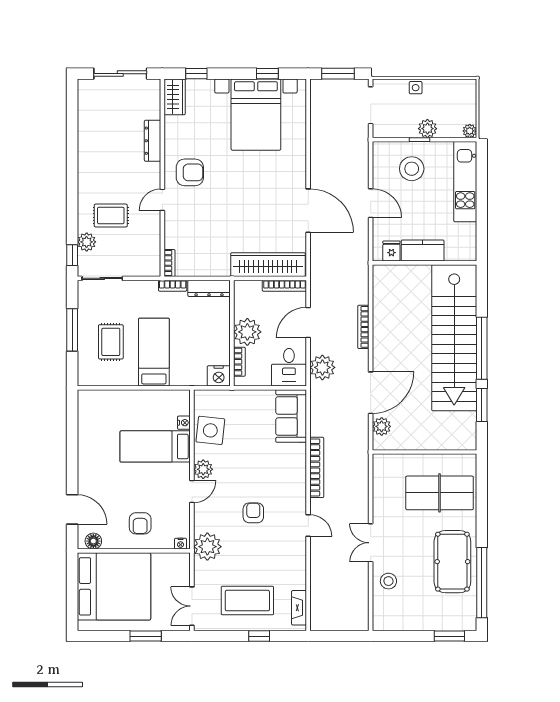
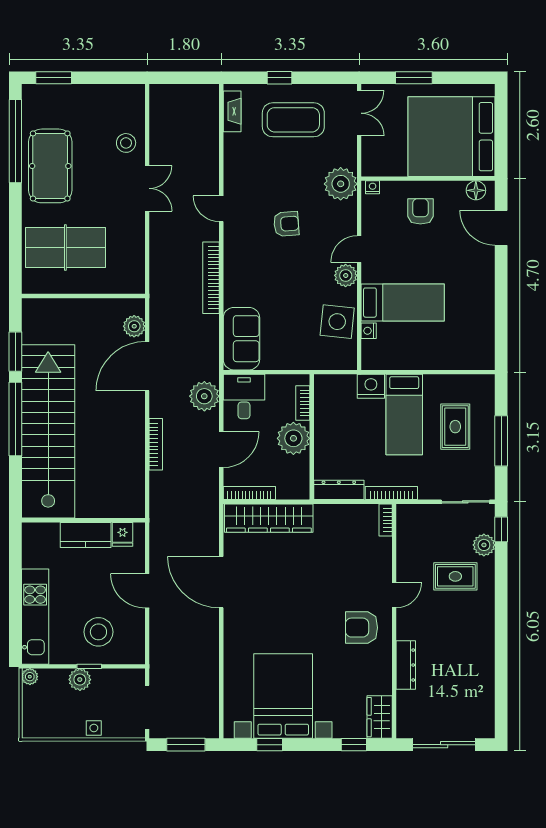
bookcase: (173, 286) -> (391, 493), width x1.56
nightstand: (219, 376) -> (371, 386), moved
armchair: (253, 513) -> (286, 224), turned -94

